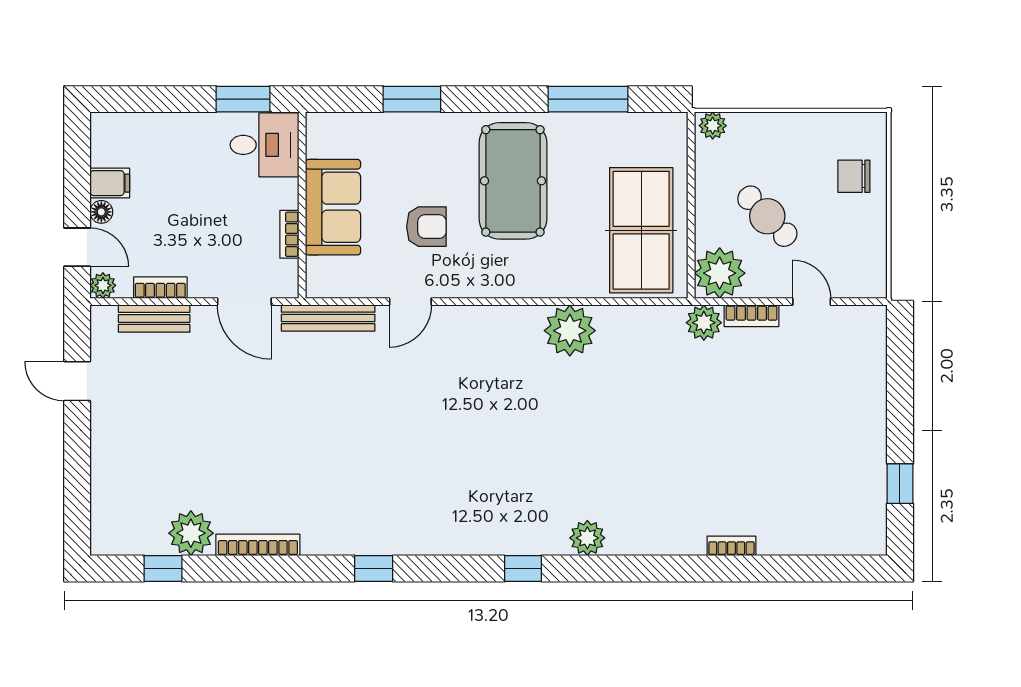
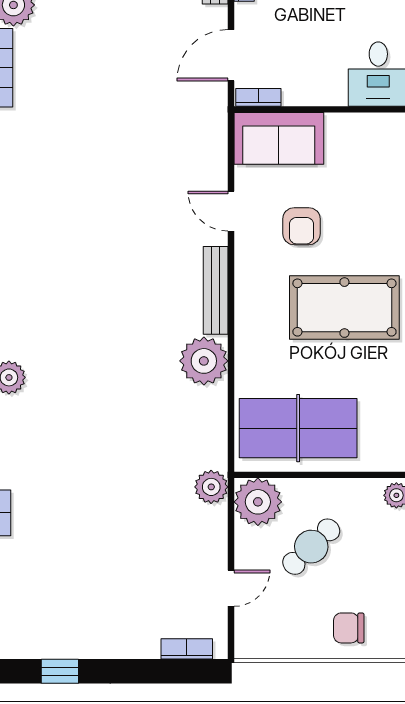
chair: (854, 176) -> (349, 628), turned -90
sofa: (333, 207) -> (279, 138), moved
bookcase: (289, 234) -> (258, 97), moved
bookcase: (751, 316) -> (187, 649), moved, turned 90
bench: (328, 318) -> (216, 290), moved

